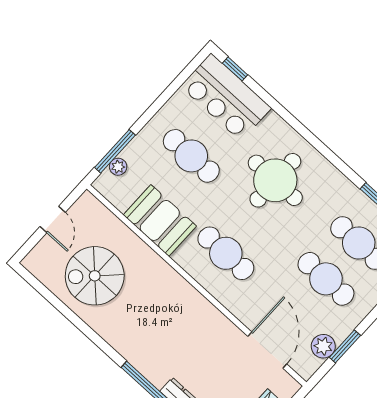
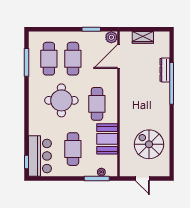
round table: (275, 180) -> (61, 100), moved
door: (53, 219) -> (142, 178), swing flipped
spiral stairs: (95, 276) -> (149, 144), turned 180
plant: (323, 346) -> (111, 37), moved

